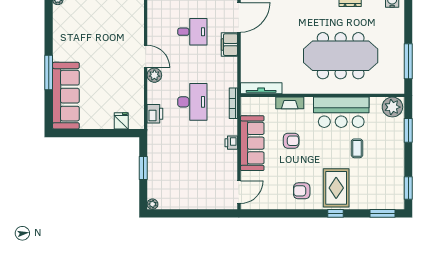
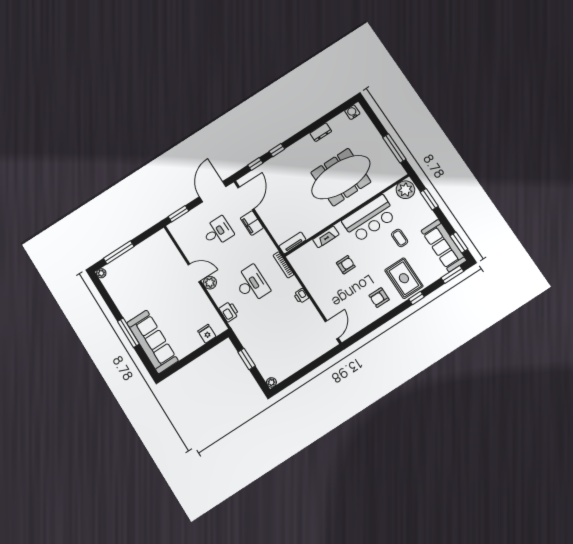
tv unit: (261, 88) -> (292, 243), width x0.71
sofa: (252, 143) -> (444, 246), moved, turned 180

